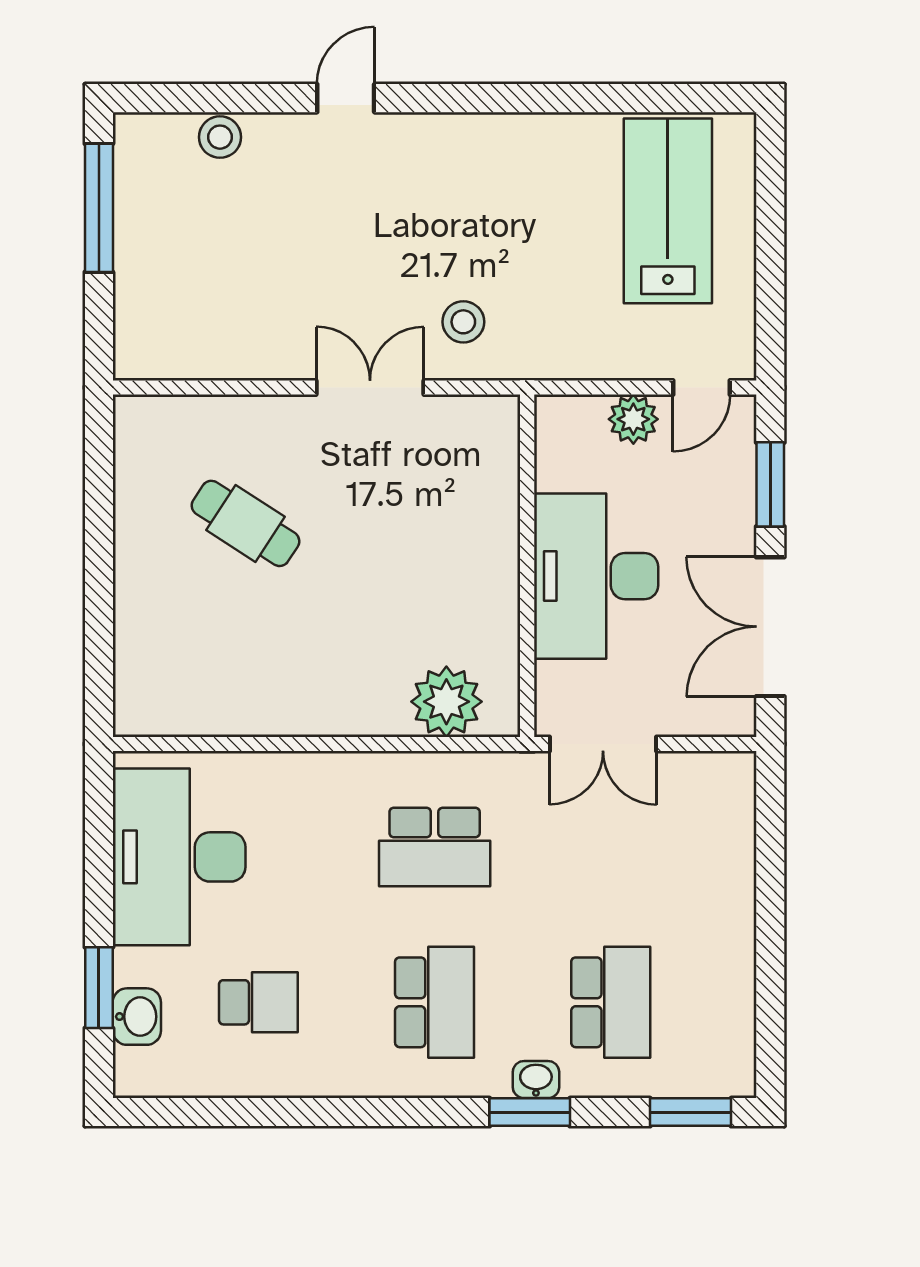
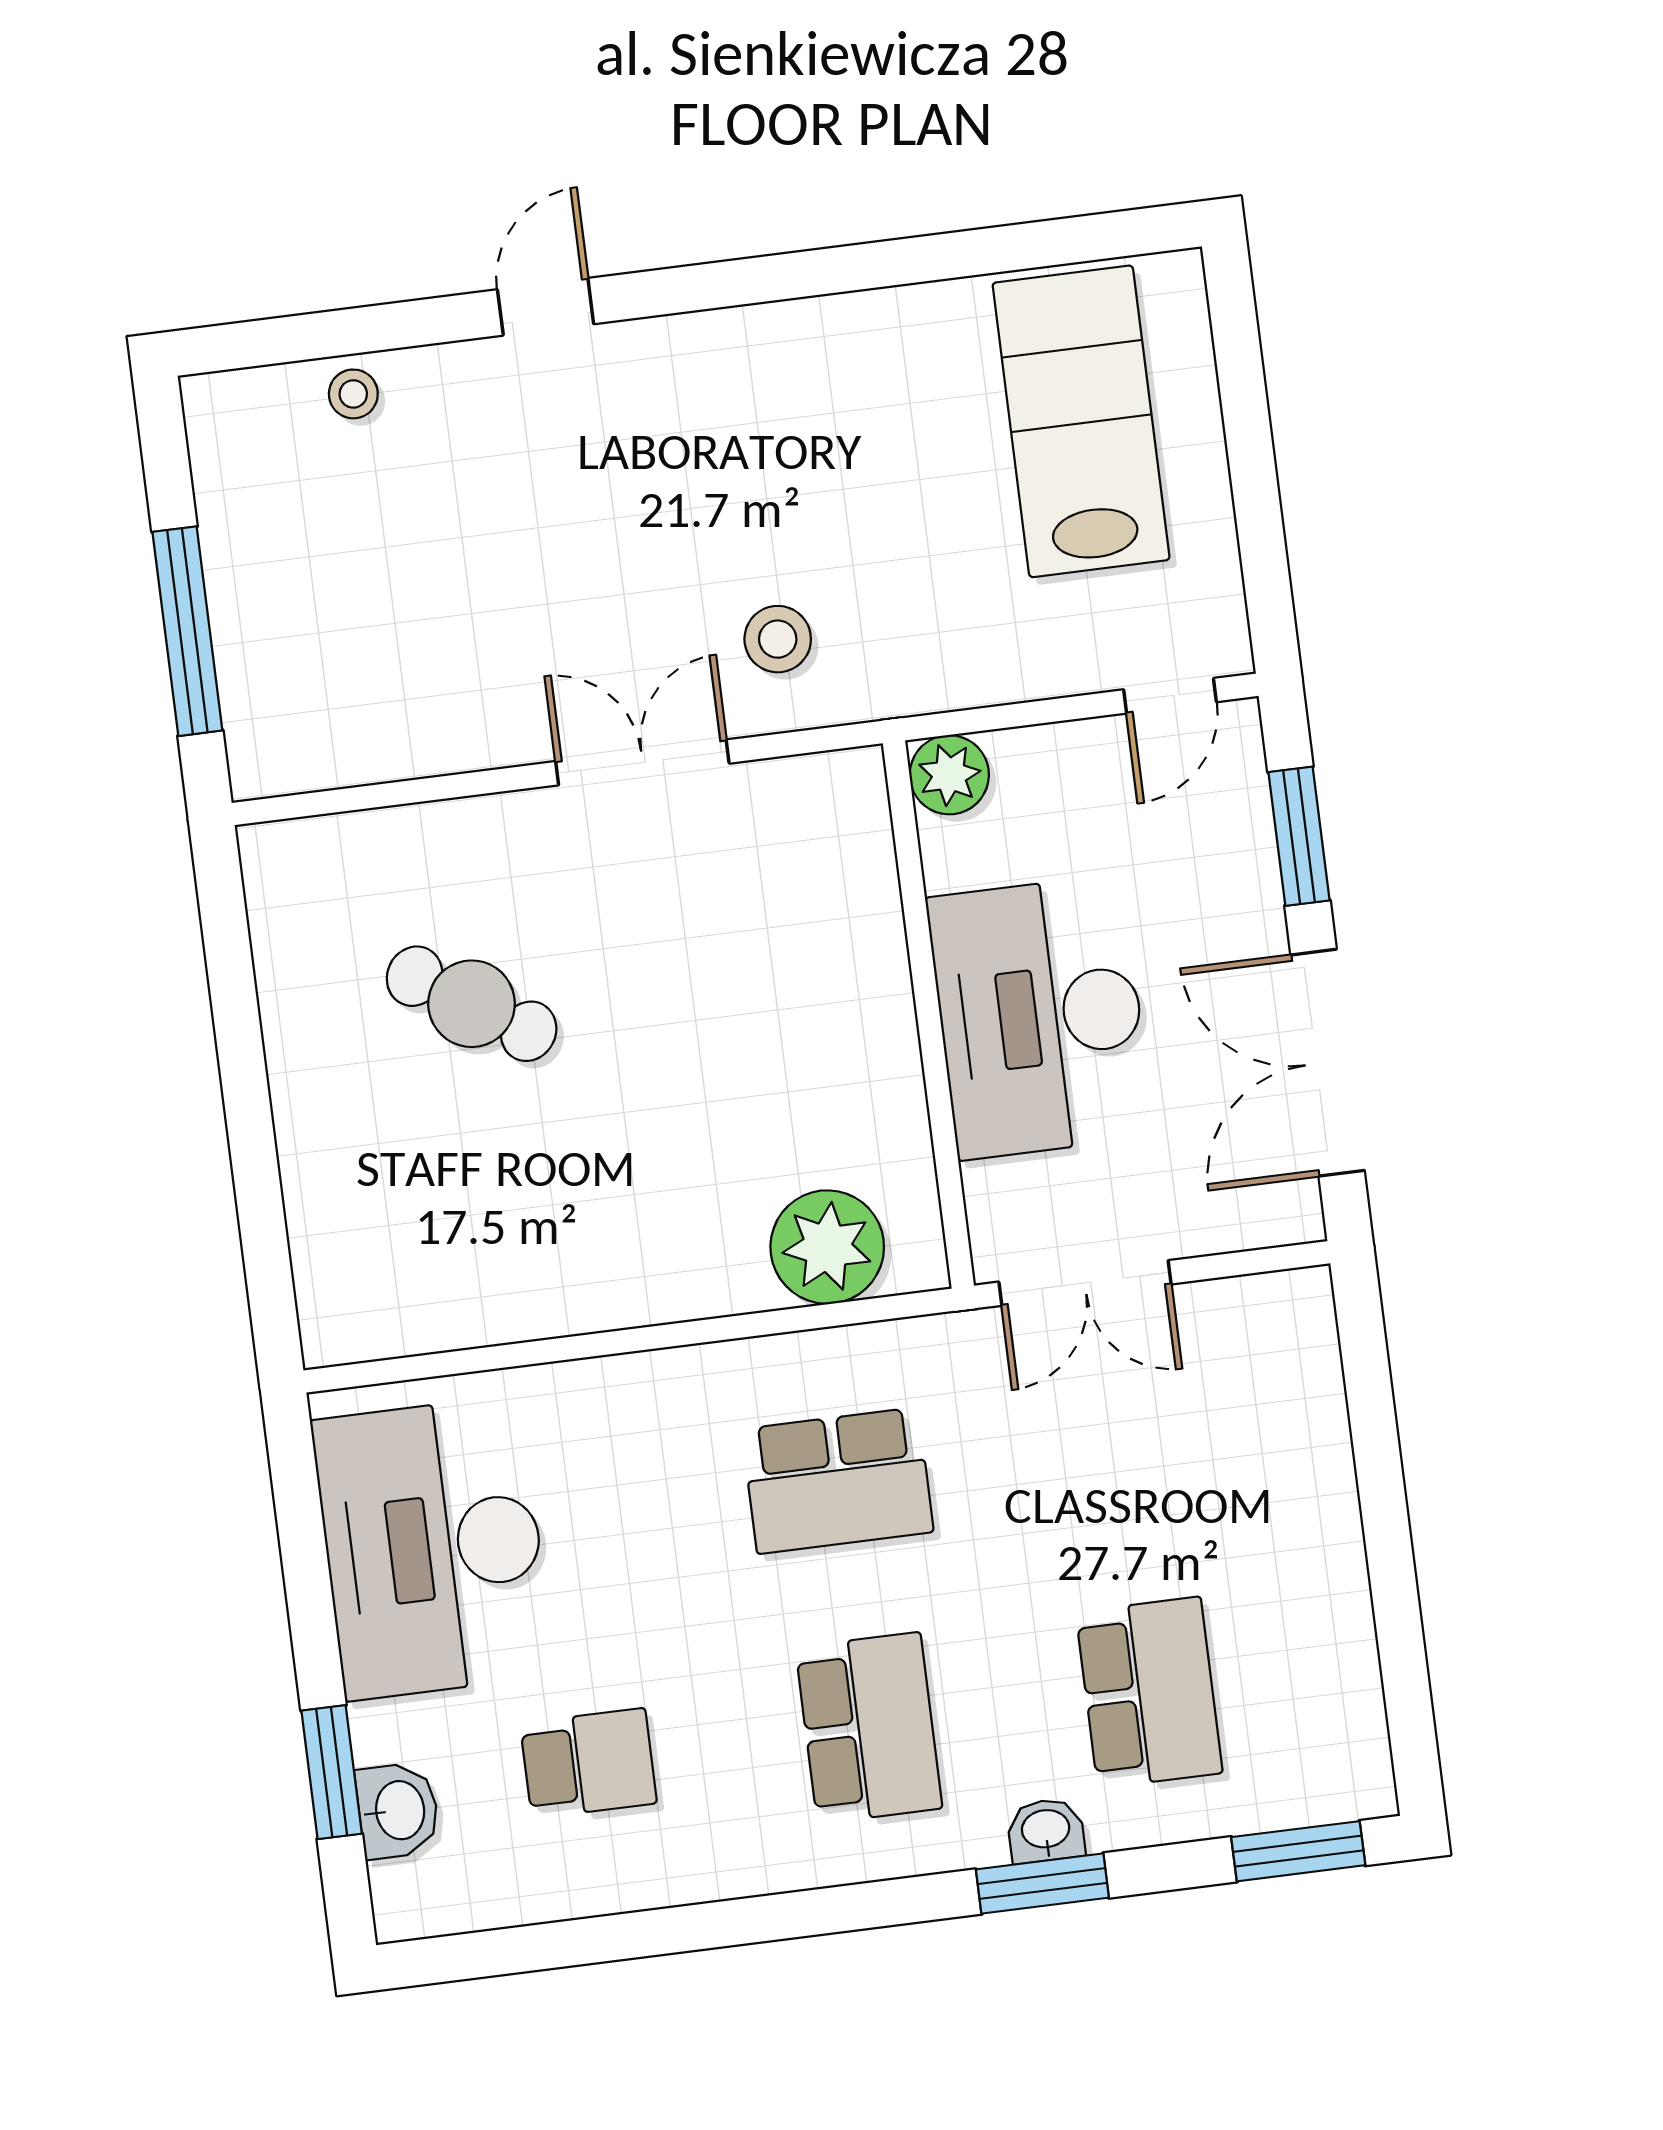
stool: (220, 137) -> (353, 394), width x0.73, depth x0.73
window: (99, 208) -> (187, 631), moved
plant: (633, 419) -> (949, 775), moved

